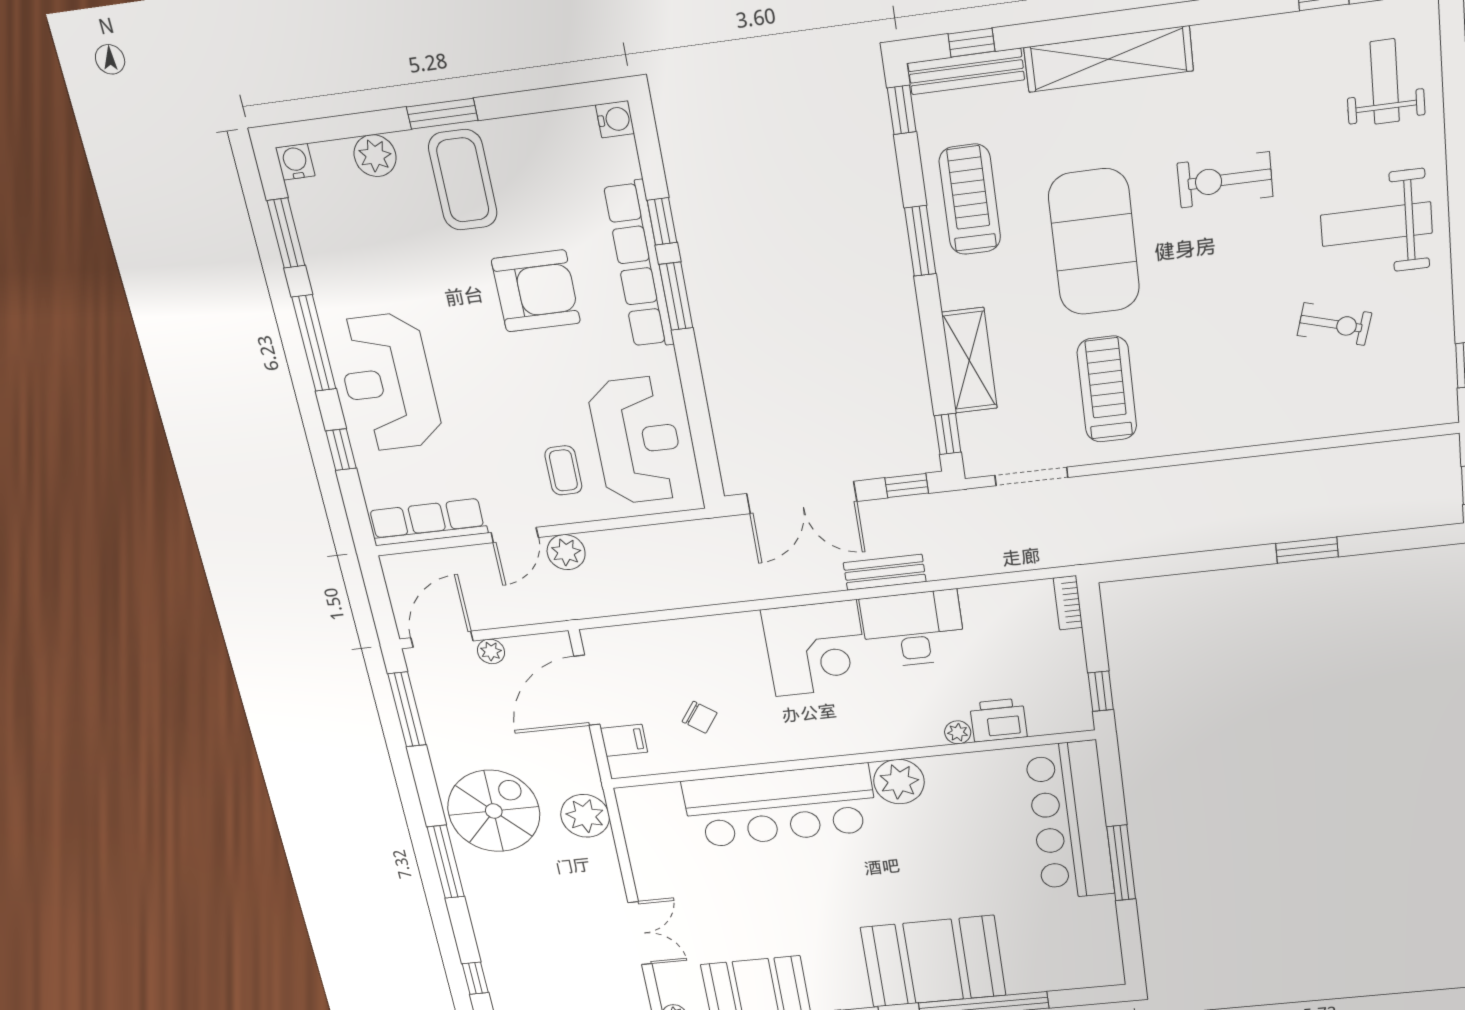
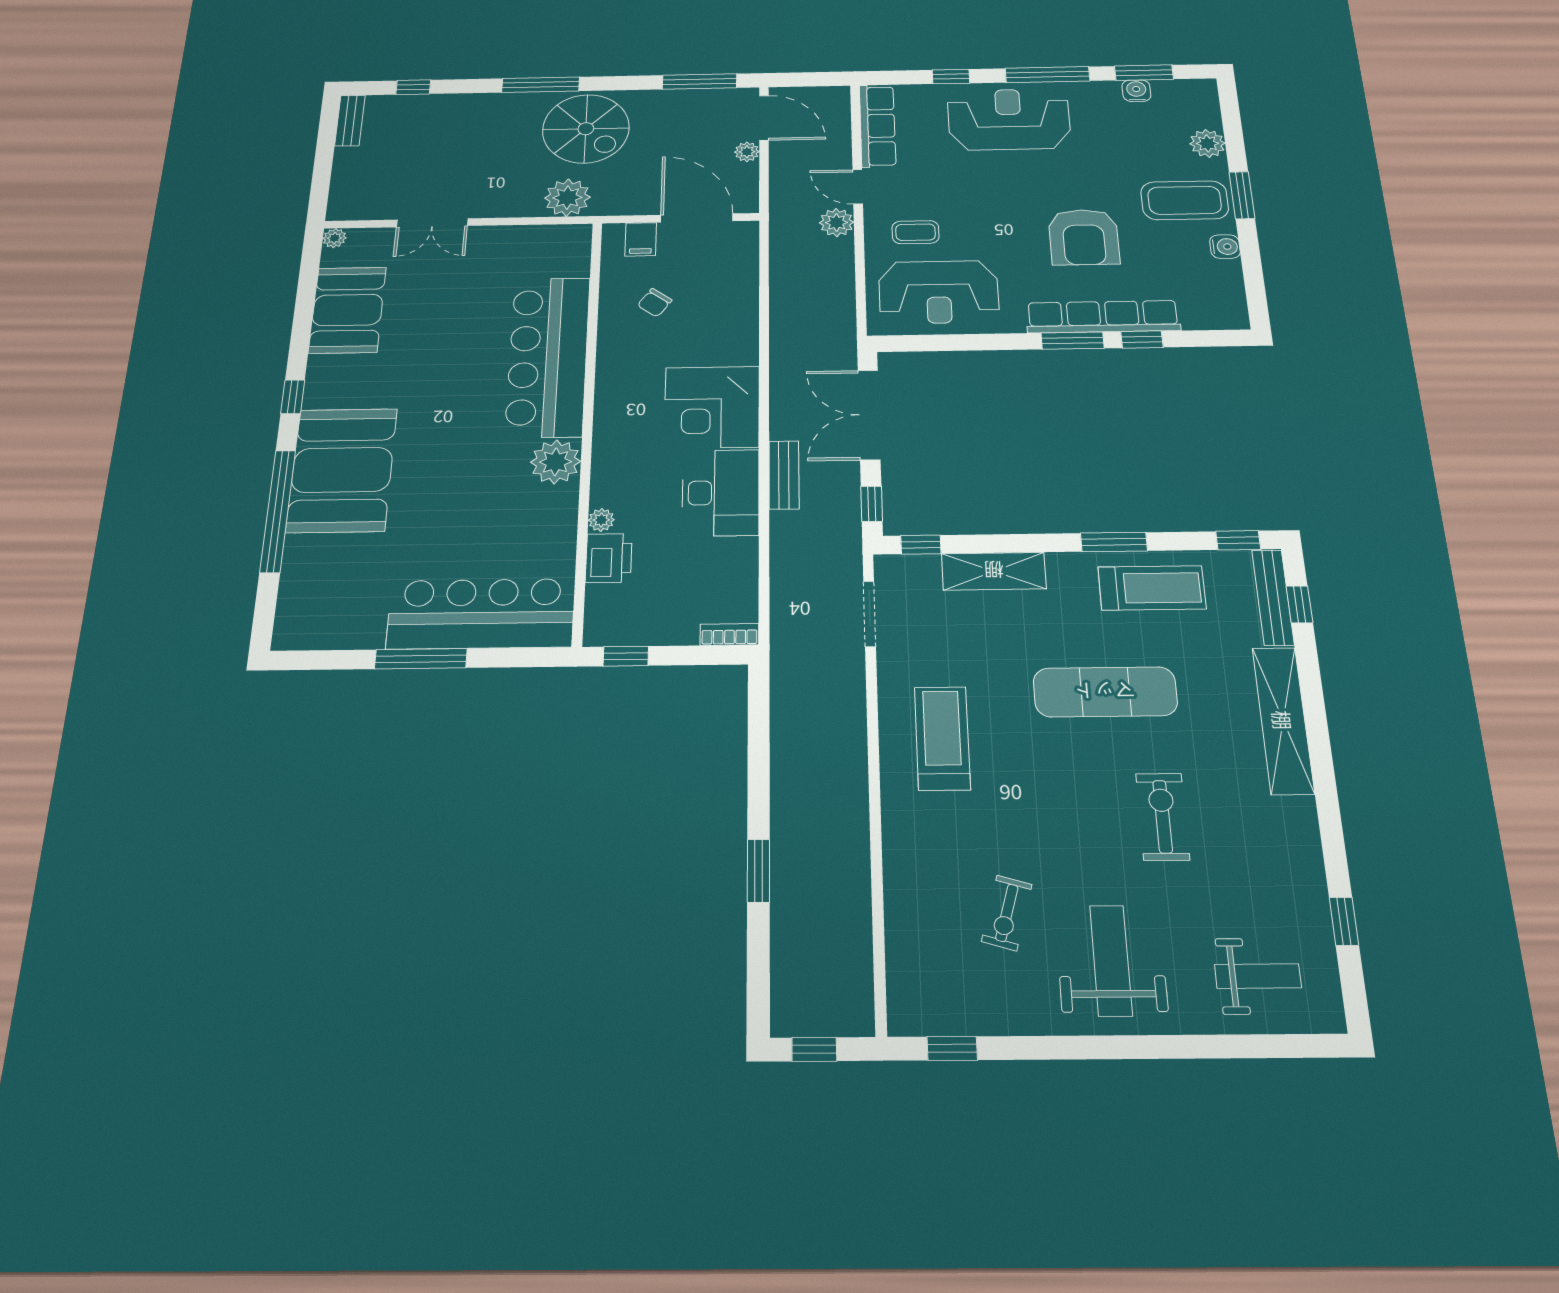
water cooler: (615, 119) -> (1225, 247), moved, turned -90
water cooler: (295, 162) -> (1136, 91), moved, turned -90
exercise mat: (1094, 242) -> (1105, 692), width x0.68
treadmill: (1107, 389) -> (942, 738), moved, turned -90

